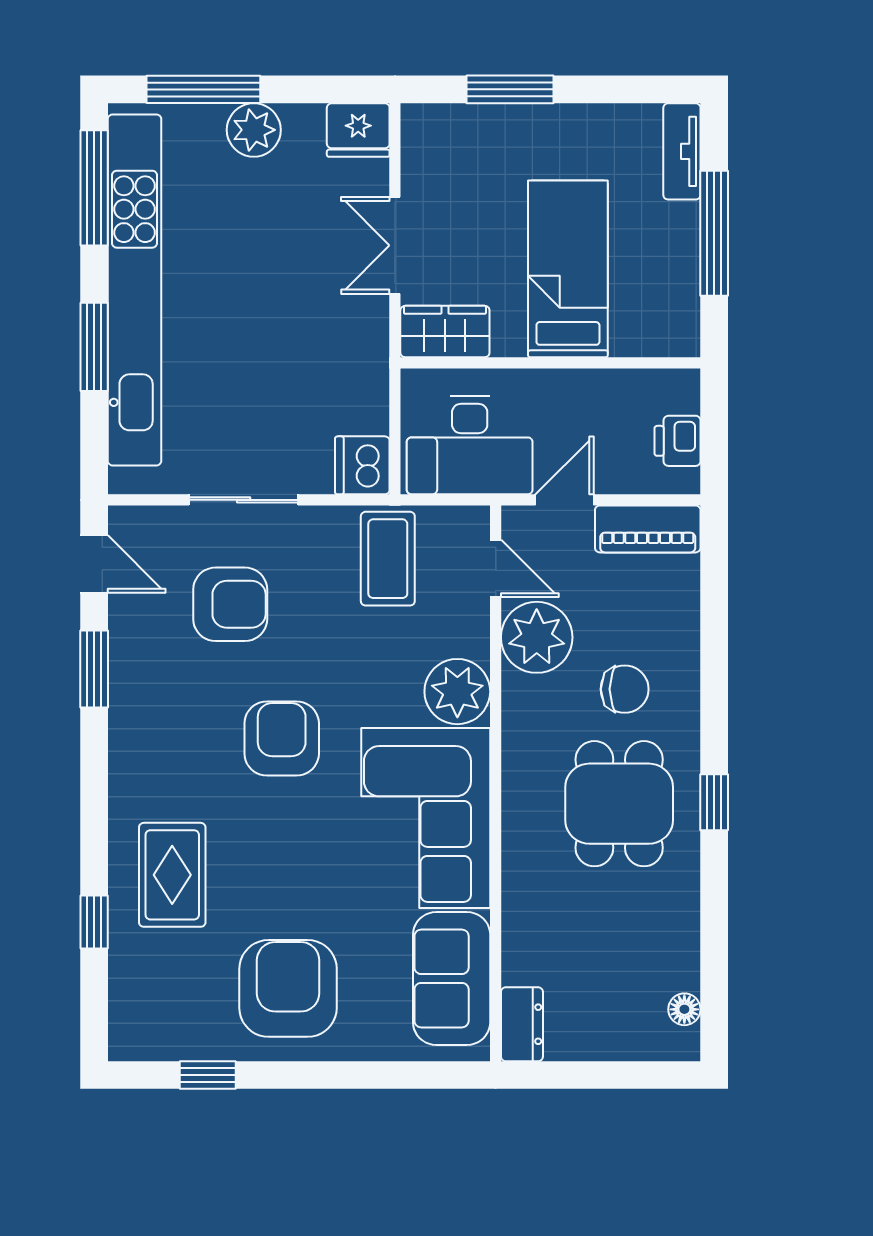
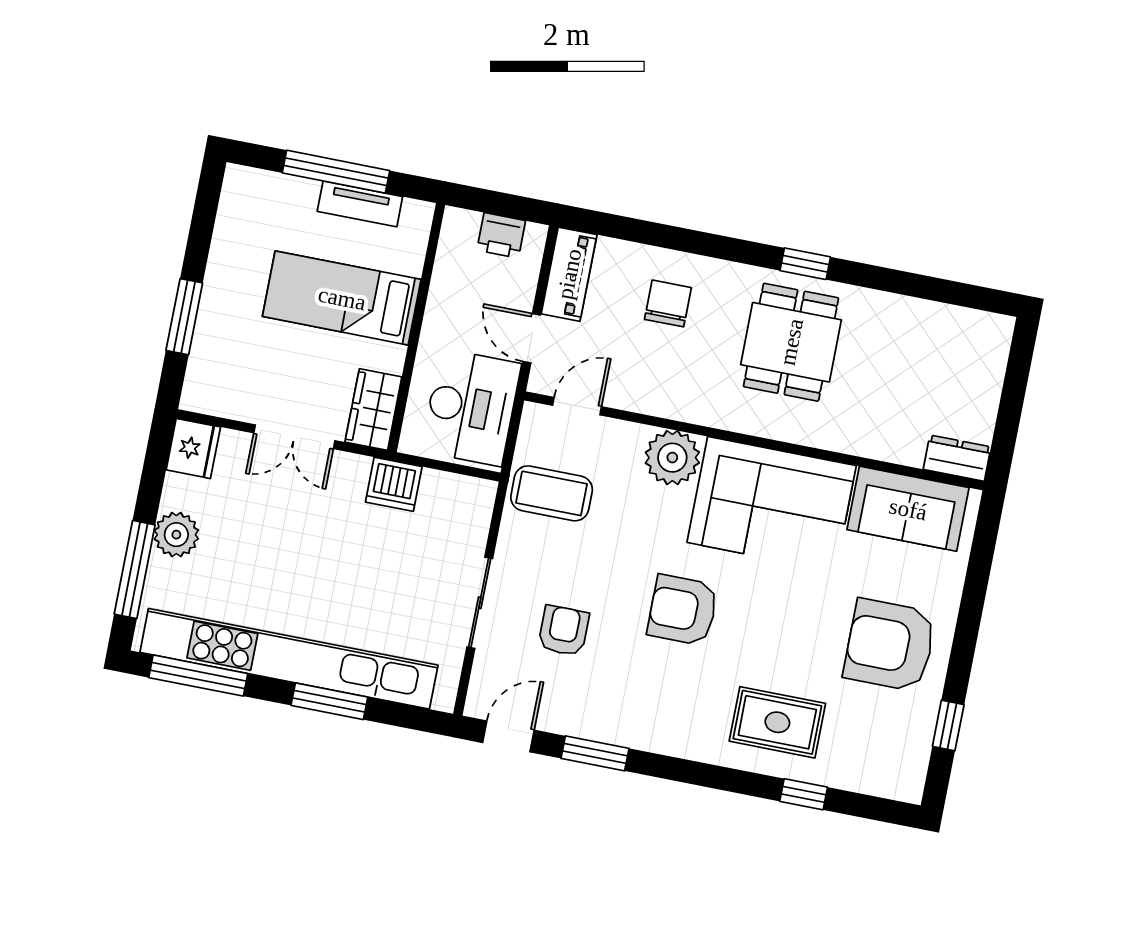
tv unit: (682, 151) -> (360, 204), moved
dishwasher: (362, 465) -> (394, 484), moved
armchair: (230, 604) -> (564, 631), width x0.72, depth x0.72
plant: (537, 637) -> (640, 383), removed
chair: (625, 689) -> (668, 303), moved
dining table: (619, 804) -> (791, 342), turned 90
floor lamp: (684, 1009) -> (971, 322), removed

